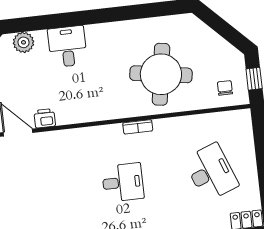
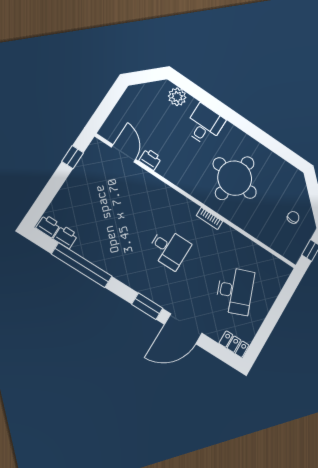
round table: (161, 74) -> (235, 178), moved
chair: (225, 88) -> (293, 217), moved

